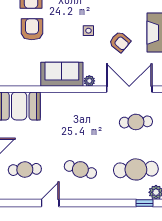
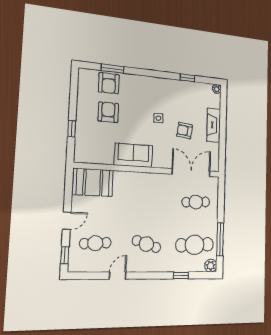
armchair: (120, 42) -> (185, 131), turned 147
plant: (89, 81) -> (157, 163), removed
window: (145, 203) -> (181, 275), moved

